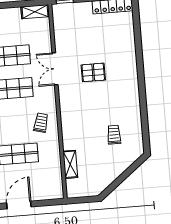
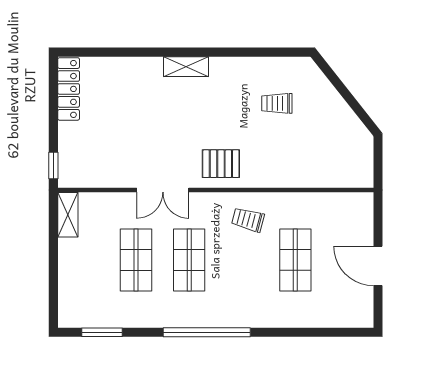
pallet: (93, 72) -> (221, 164), moved, turned 90
shelving: (70, 164) -> (186, 67), moved

